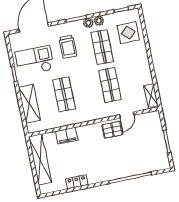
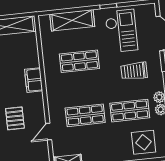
door: (127, 115) -> (49, 132), hinge flipped
pallet: (112, 130) -> (15, 118), moved
filing cabinet: (67, 136) -> (34, 80), moved

